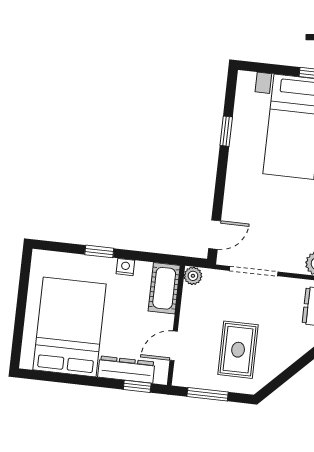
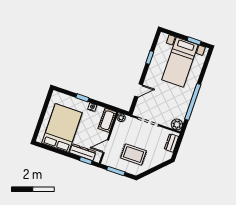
door: (215, 235) -> (138, 90), moved
rug: (238, 350) -> (134, 154), turned 90

